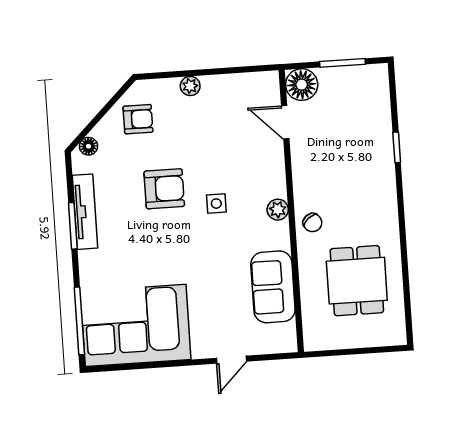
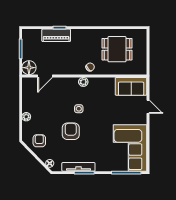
piano: (379, 141) -> (56, 35), added
sofa: (273, 287) -> (131, 86), moved

